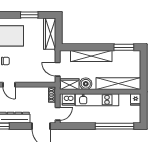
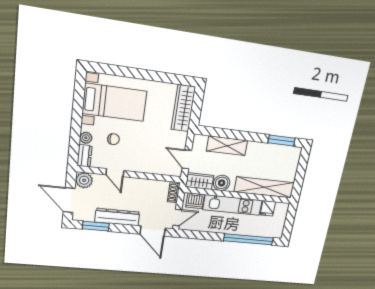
window: (29, 15) -> (158, 76), removed
shelving: (91, 56) -> (227, 146), width x0.68
fridge: (136, 100) -> (268, 208), moved

